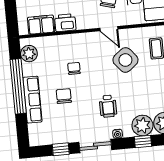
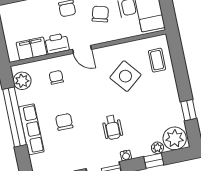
door: (109, 29) -> (82, 49), moved
chair: (74, 68) -> (56, 77), moved
plant: (142, 125) -> (157, 148), width x0.53, depth x0.53

